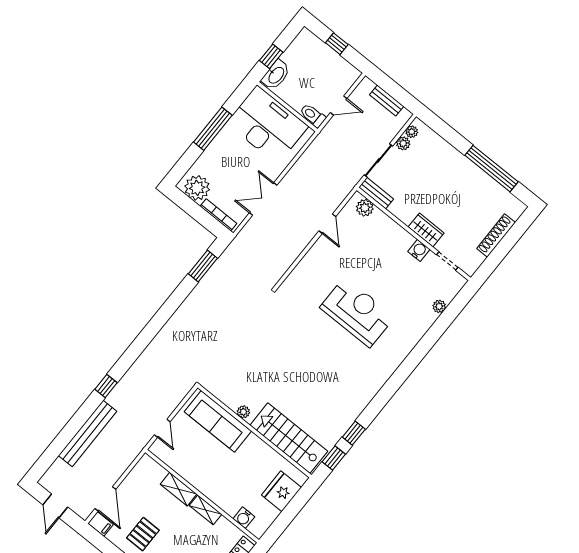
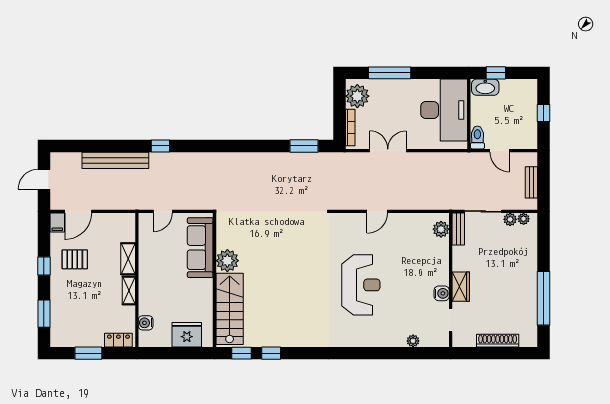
window: (213, 129) -> (390, 73), moved
door: (327, 224) -> (377, 211), moved
plant: (243, 412) -> (227, 261), width x1.88, depth x1.88

